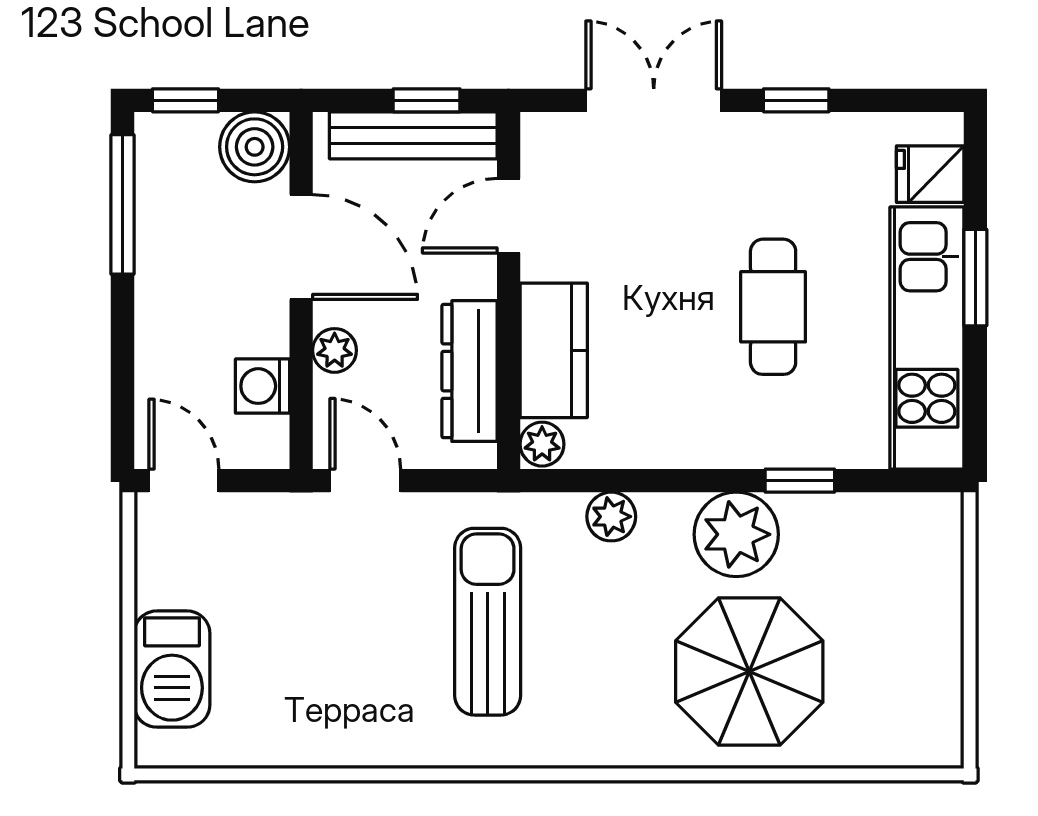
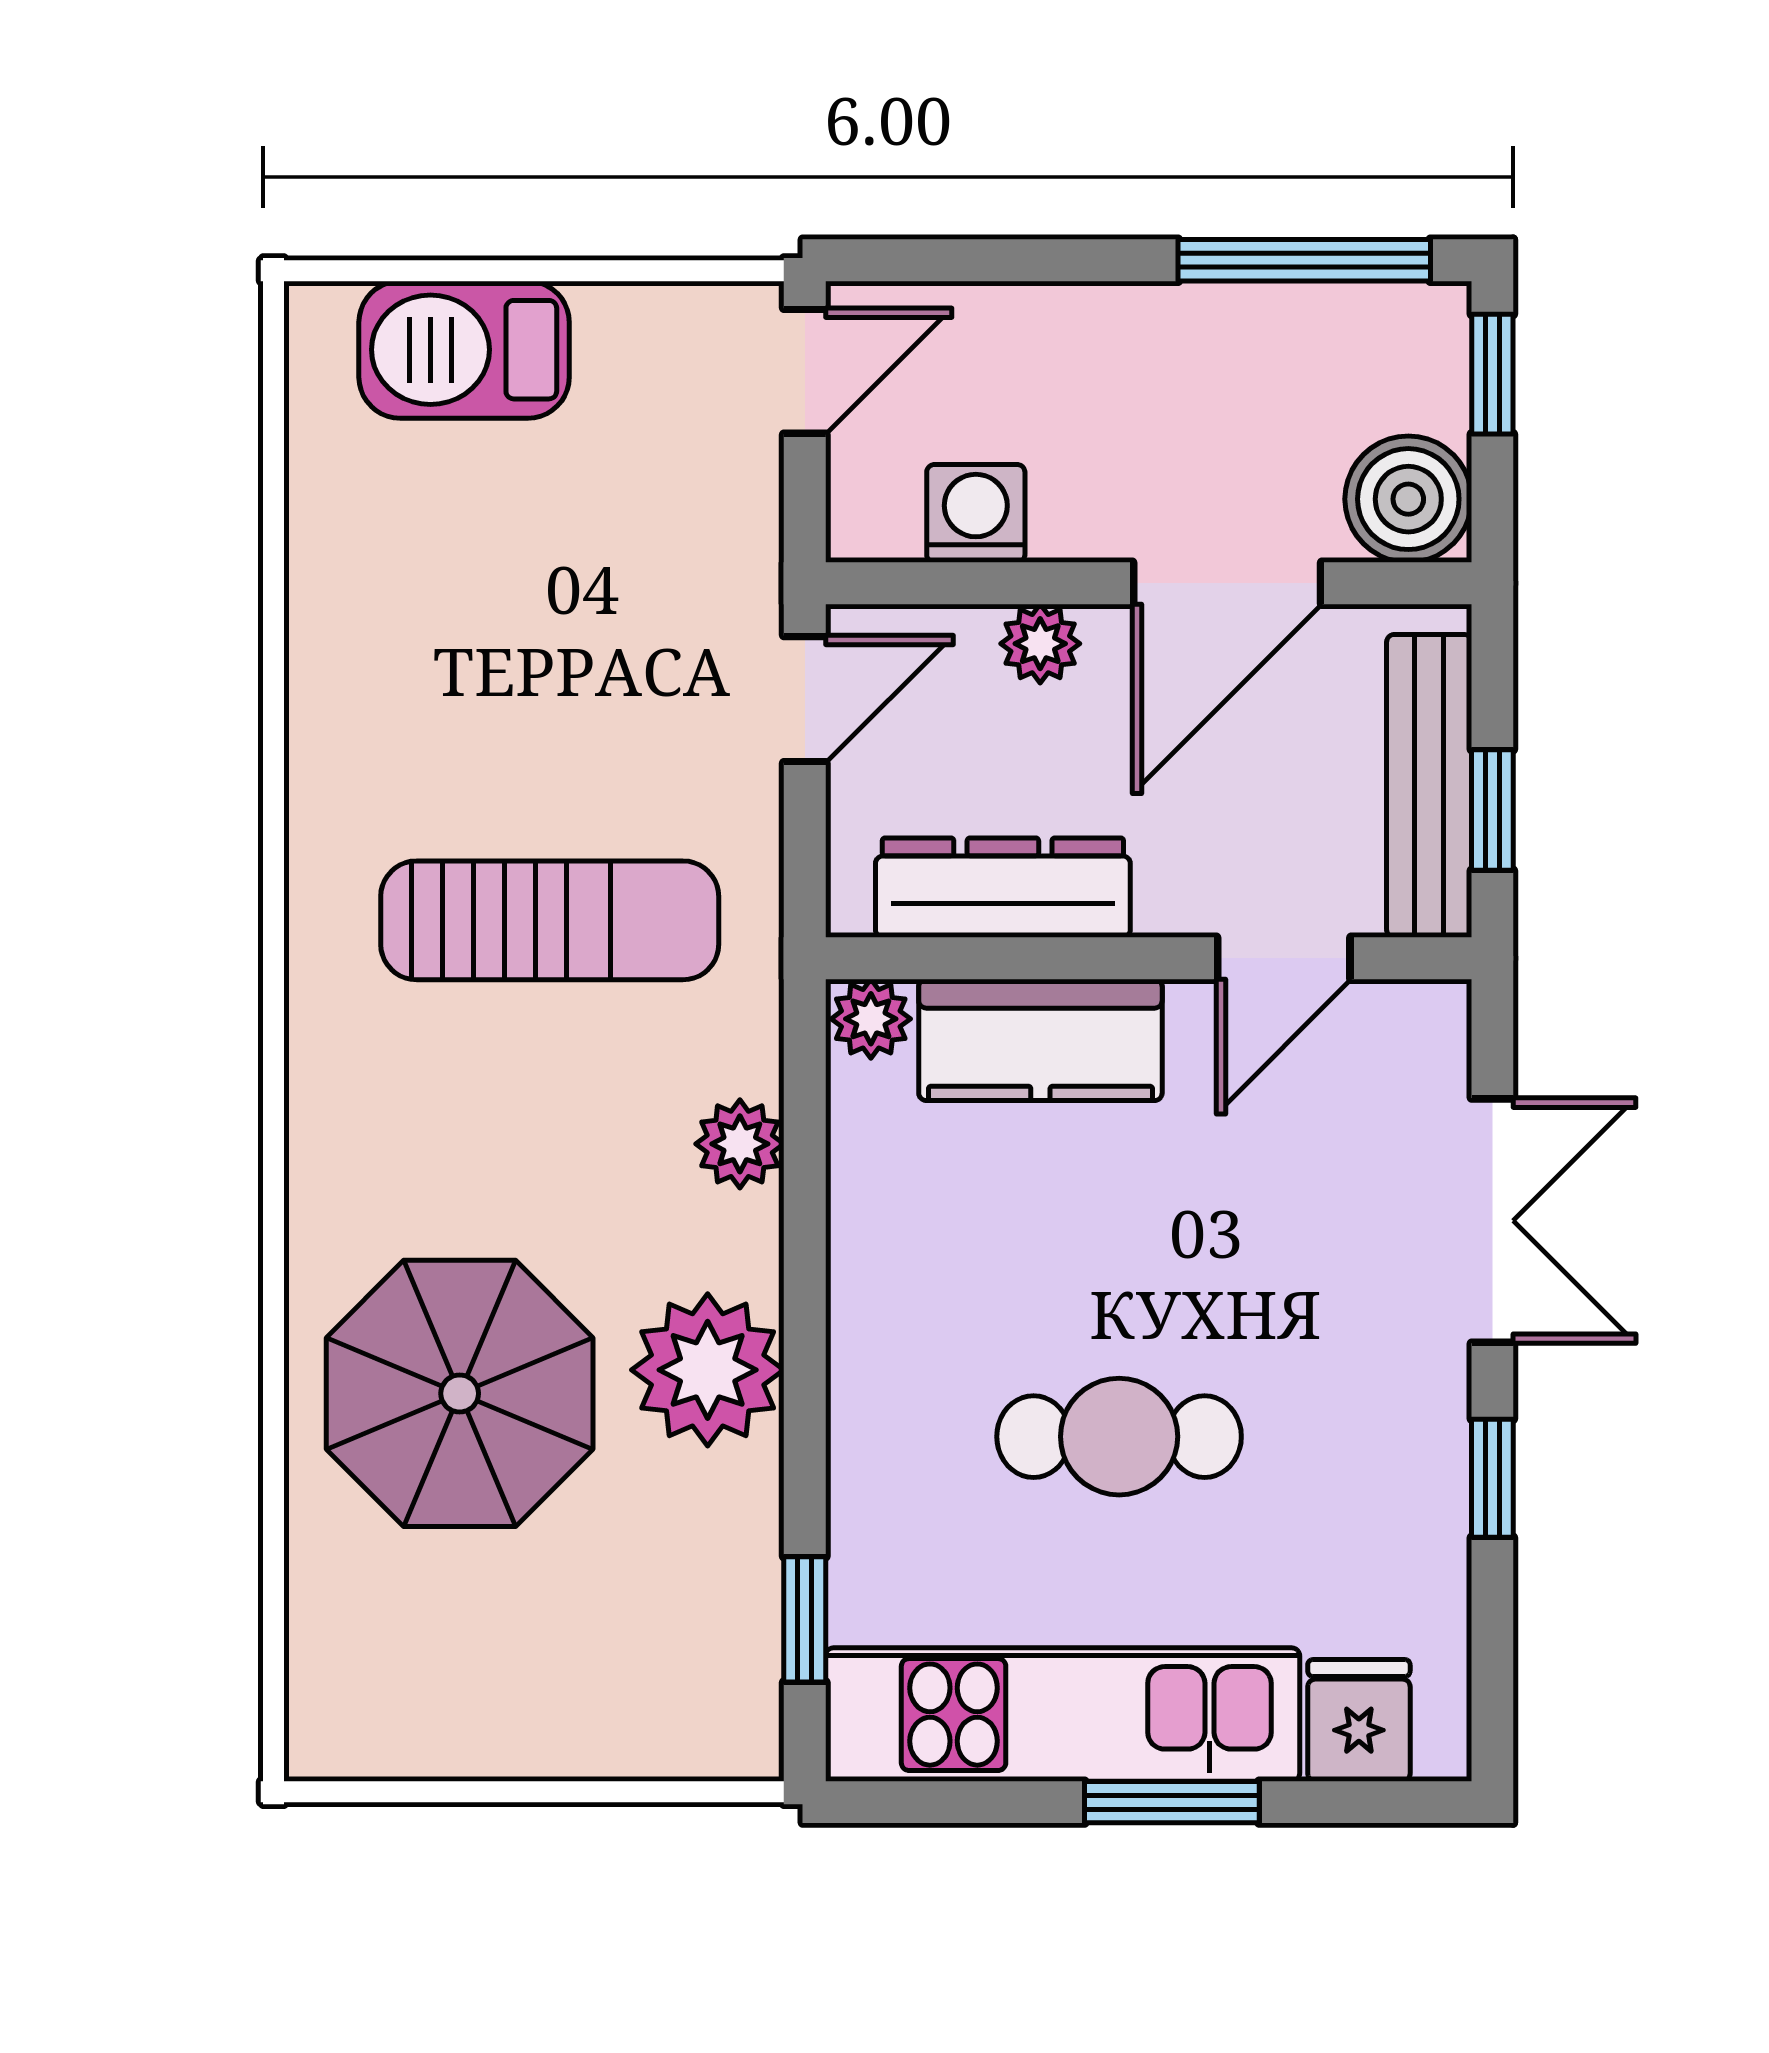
door: (509, 216) -> (1284, 958), swing flipped
window: (800, 481) -> (805, 1619), moved

